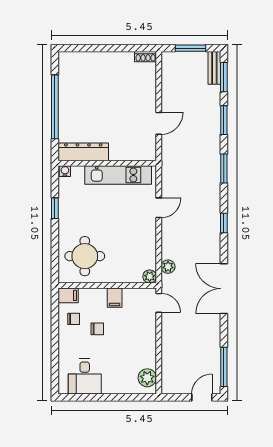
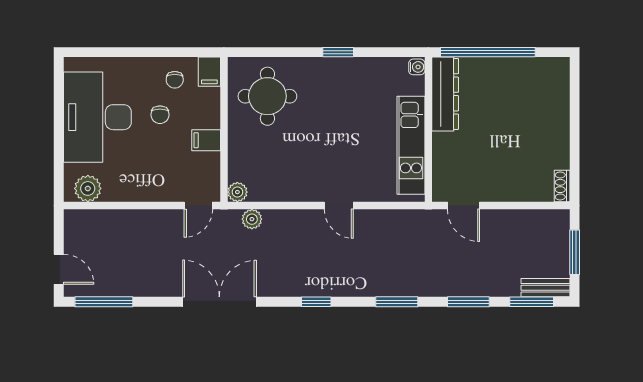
dresser: (83, 152) -> (445, 94), moved
wall: (107, 163) -> (428, 129), moved
water cooler: (65, 171) -> (417, 67), moved
kitchen unit: (118, 175) -> (411, 145), moved
desk: (85, 377) -> (97, 117), width x1.87, depth x1.30

